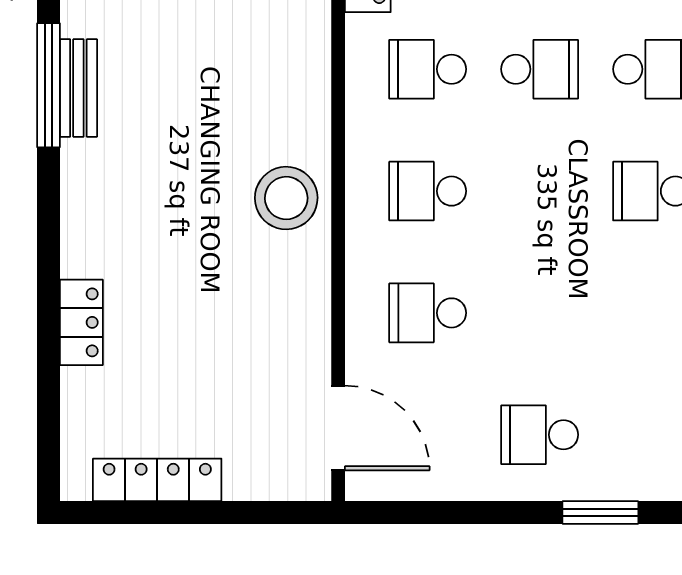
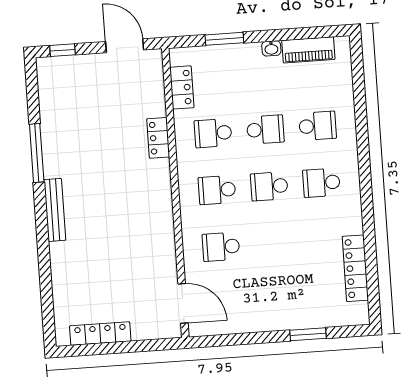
bench: (78, 88) -> (55, 210), moved, width x1.36
stool: (286, 198) -> (151, 198), removed
locker: (81, 322) -> (158, 138), moved, turned 180
school desk: (540, 435) -> (269, 186), moved

